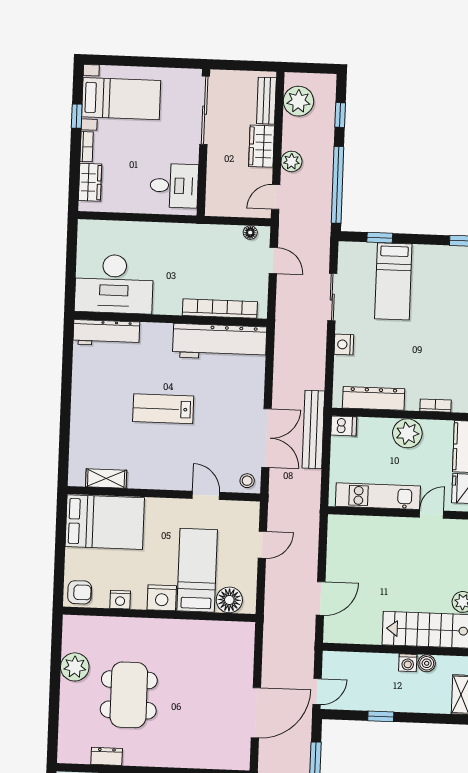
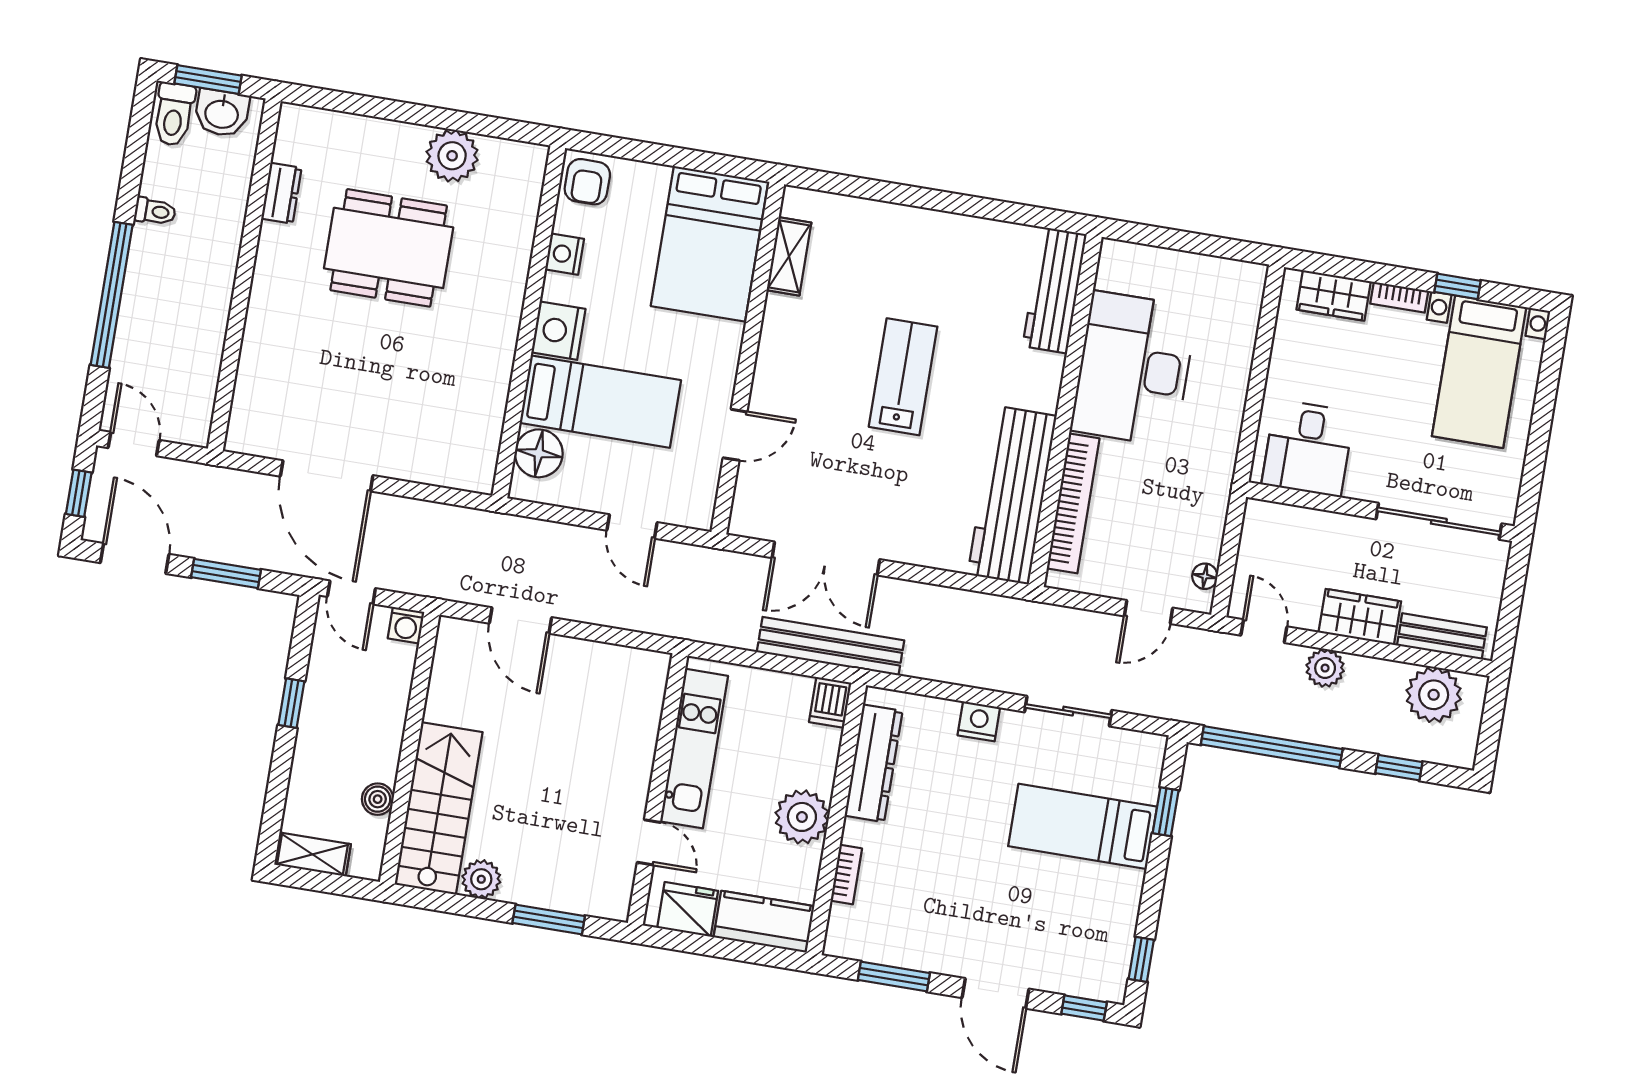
desk: (114, 284) -> (1134, 369), moved
stool: (247, 481) -> (752, 513), removed
washing machine: (408, 663) -> (406, 625), moved, turned -90

